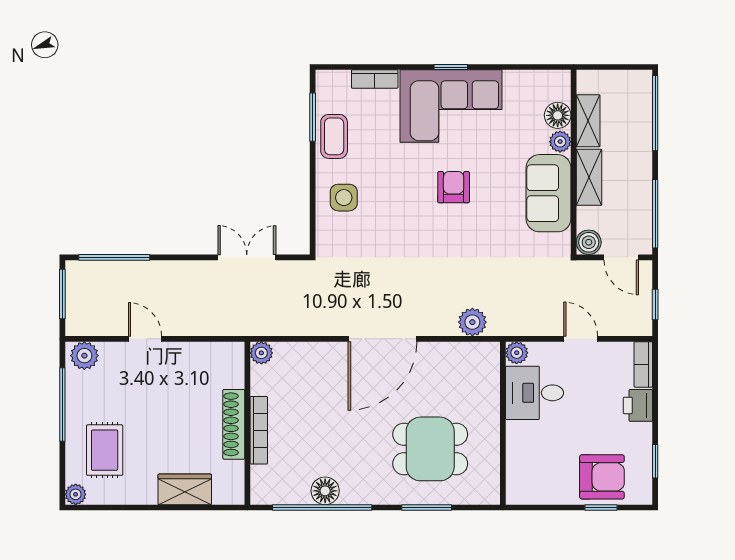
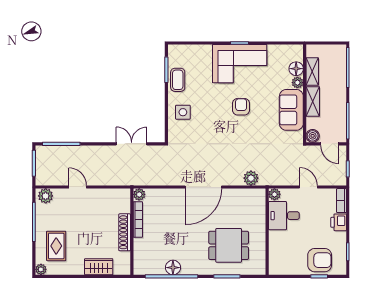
bookcase: (375, 79) -> (199, 49), removed
bookcase: (259, 430) -> (138, 220), moved

